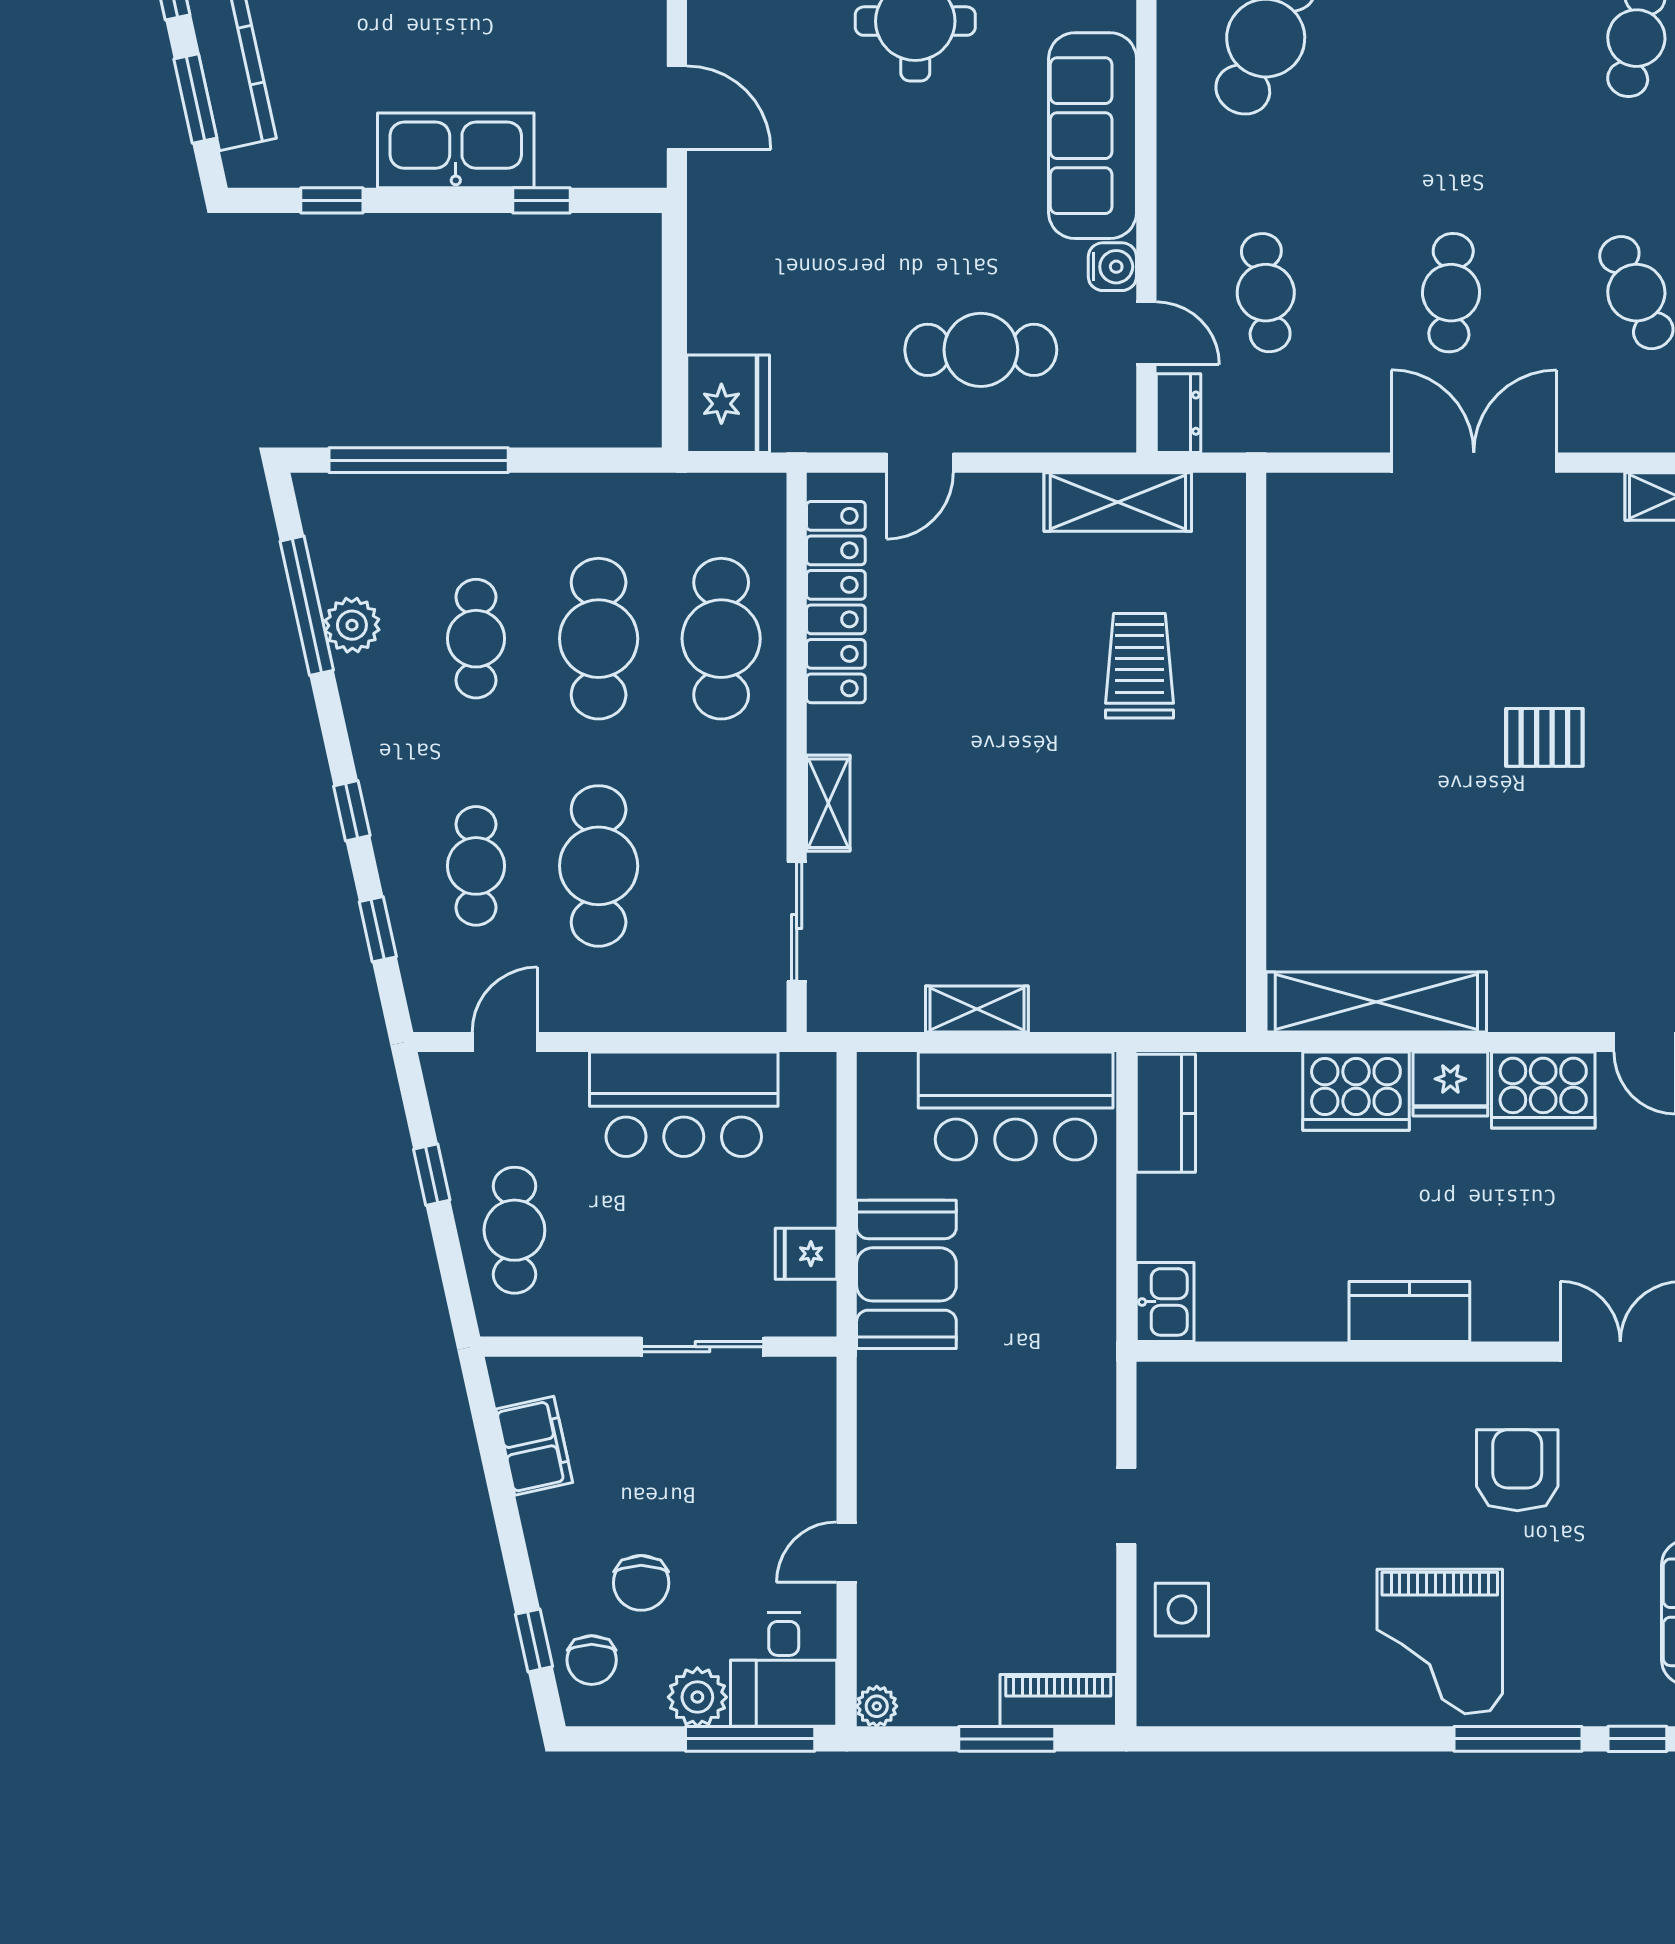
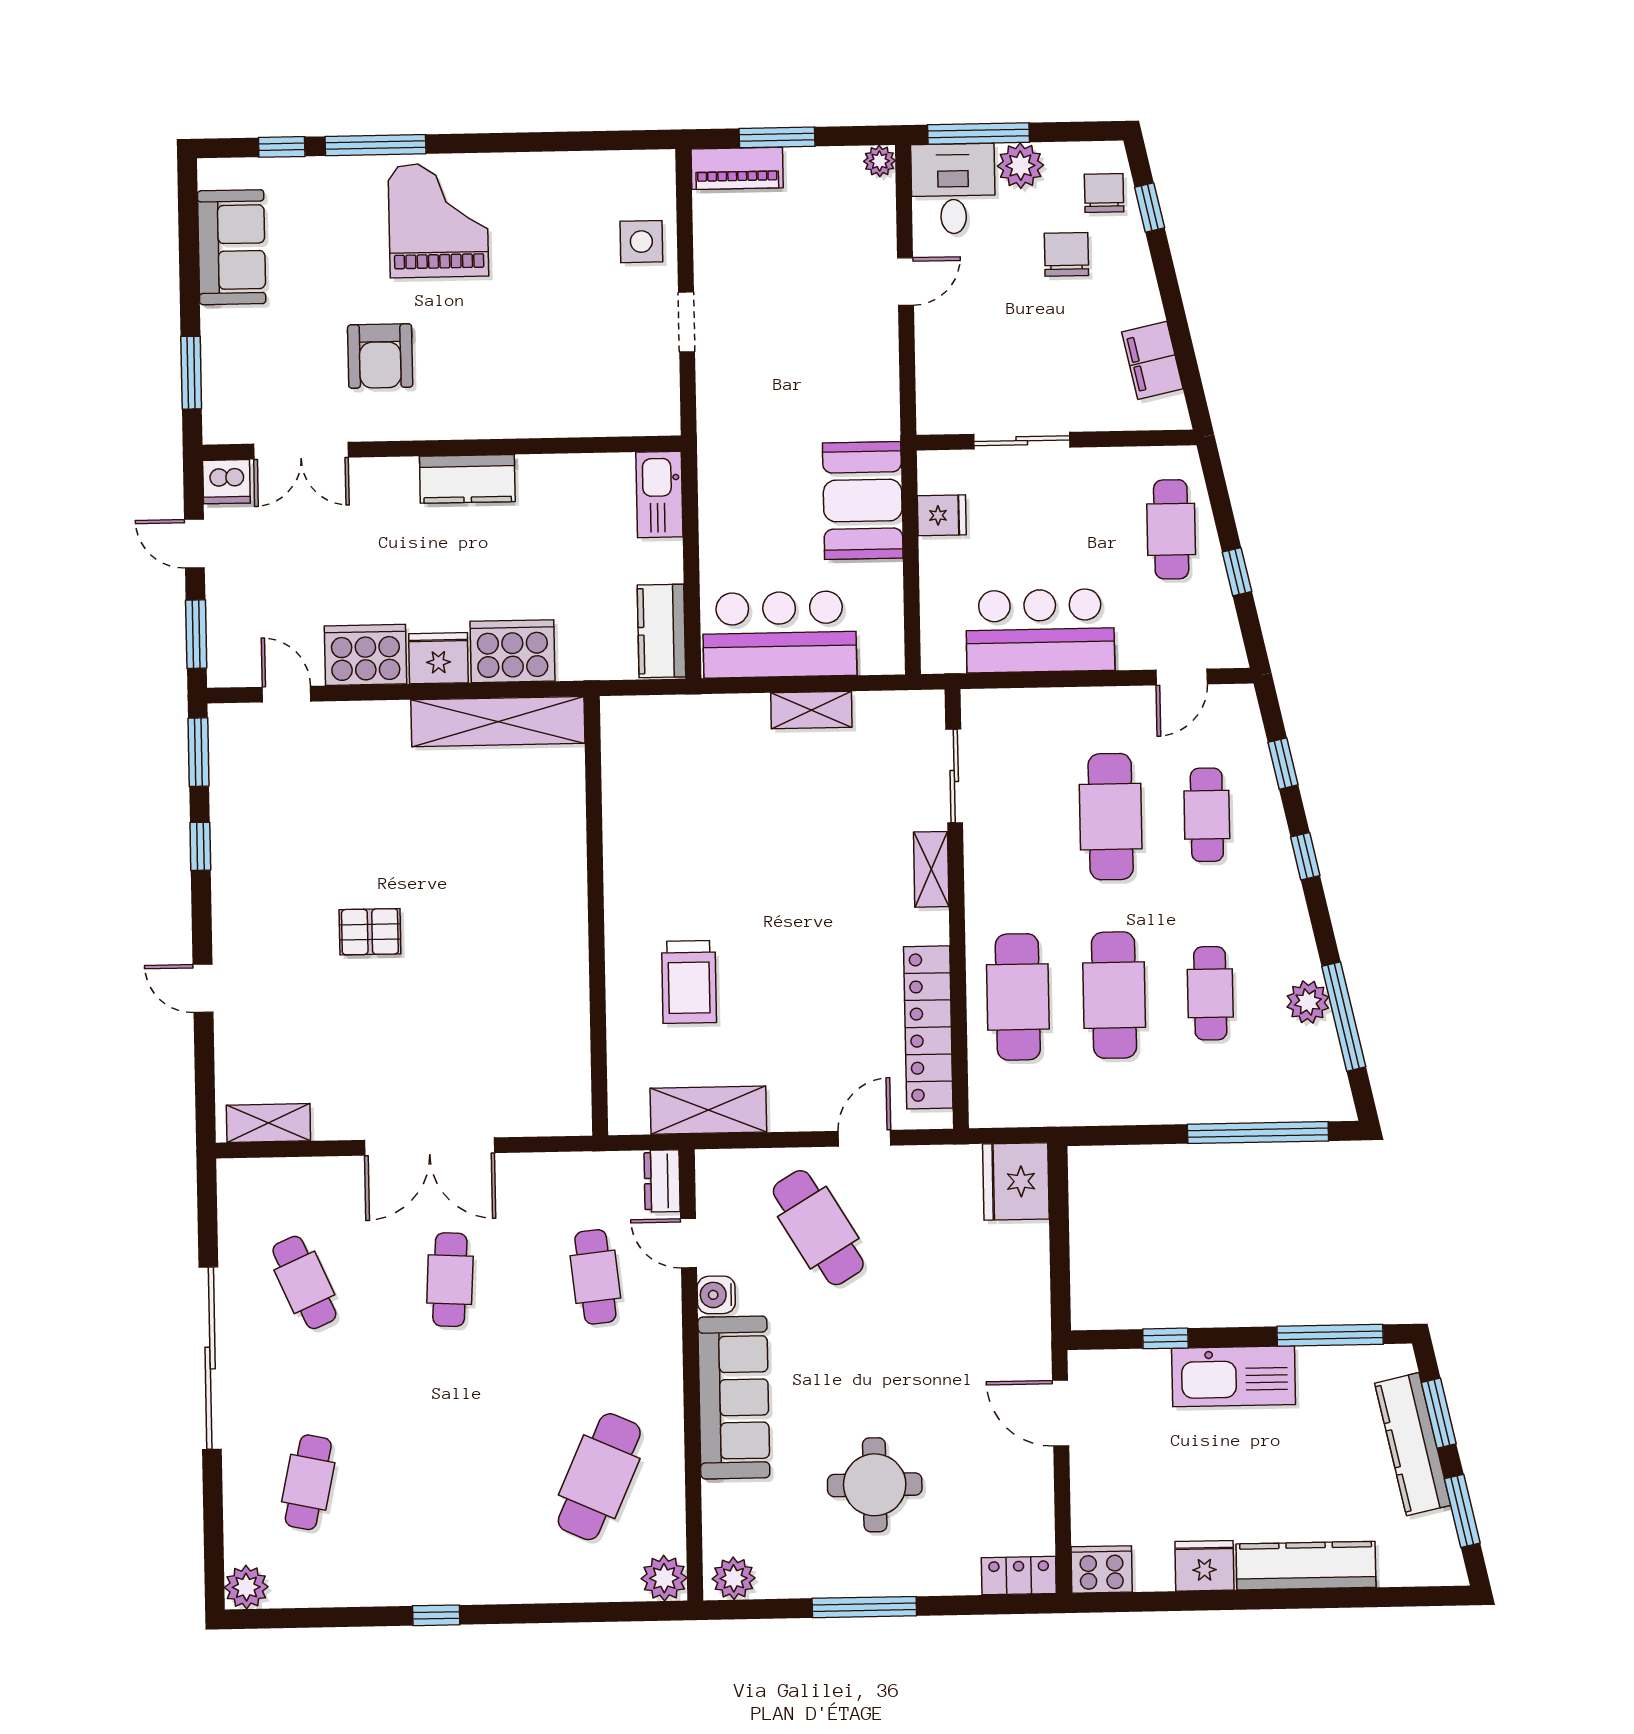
window: (332, 200) -> (1330, 1335), width x2.17
cafe table: (981, 350) -> (818, 1228), turned 59
kitchen sink: (1165, 1302) -> (659, 494), width x1.38

